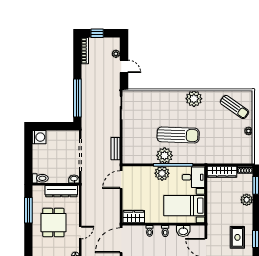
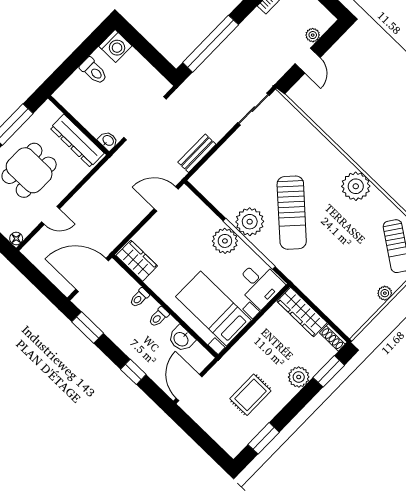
sun lounger: (178, 135) -> (292, 213), turned 41
toilet: (40, 178) -> (94, 71), moved
rug: (237, 237) -> (250, 395), moved

